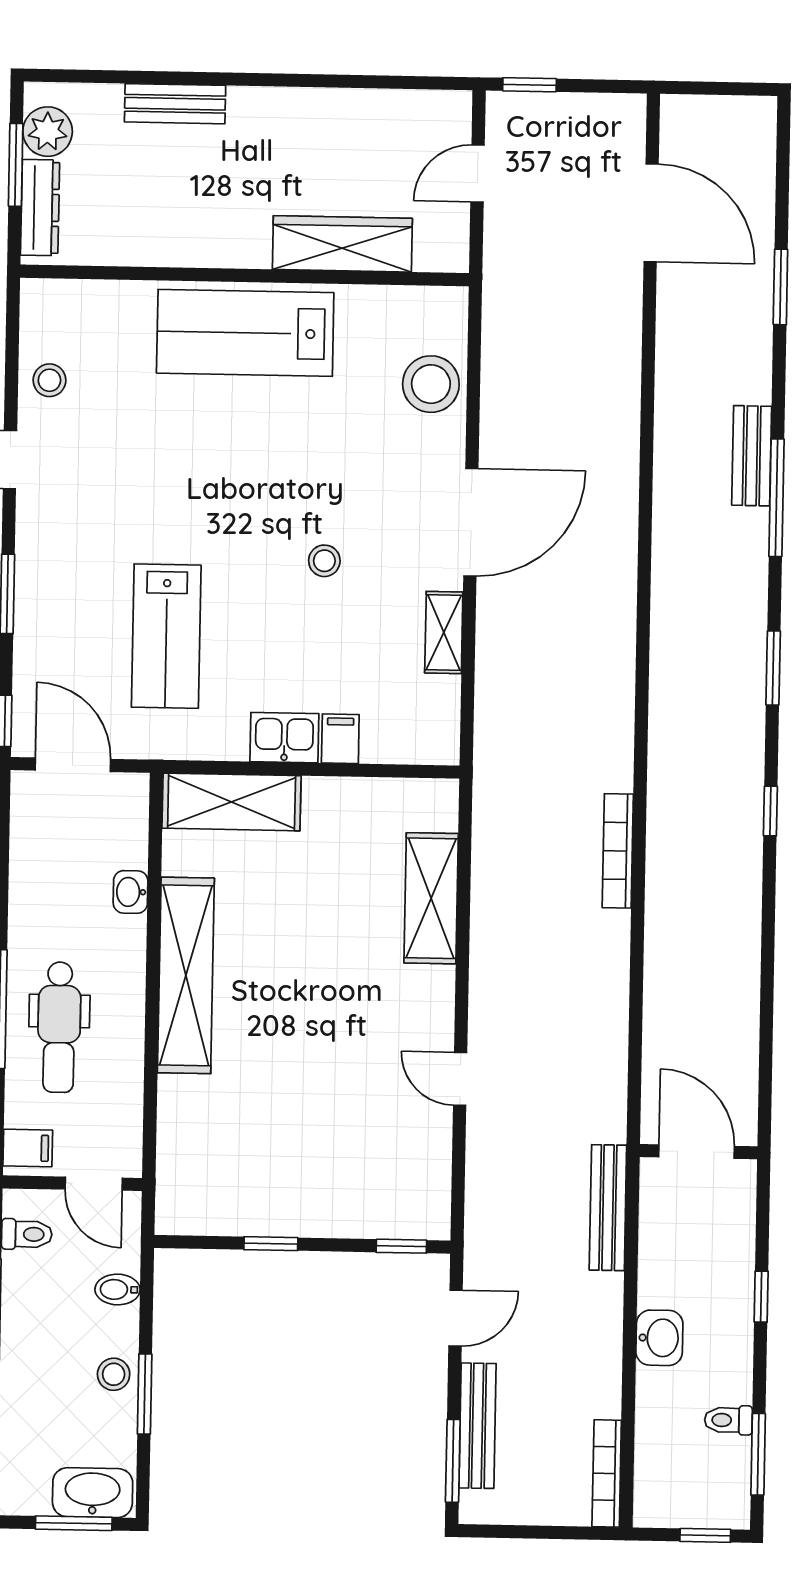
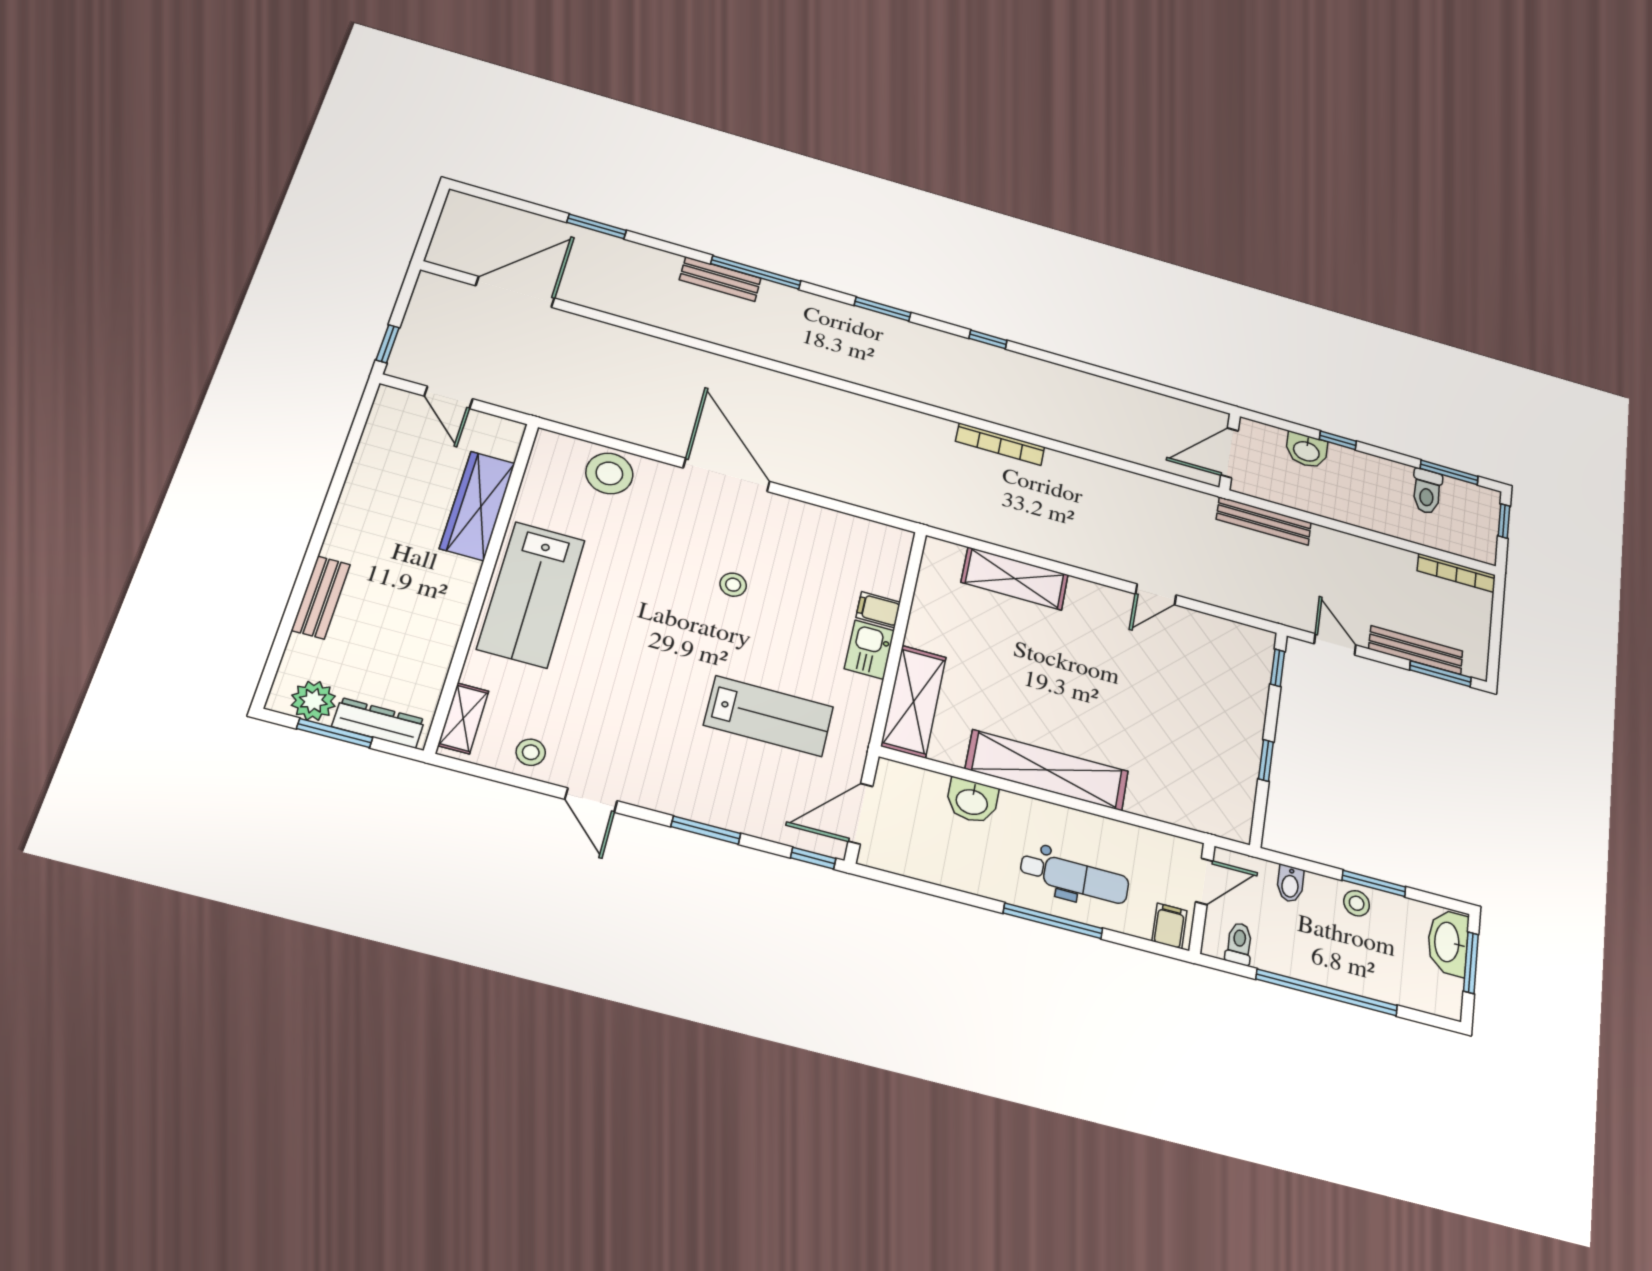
shelving: (444, 632) -> (463, 718), moved, turned 90
washbasin: (131, 892) -> (972, 801), width x1.38, depth x1.45
washbasin: (659, 1338) -> (1306, 450), moved, turned 180
toilet: (728, 1420) -> (1427, 491), width x1.37, depth x1.39

